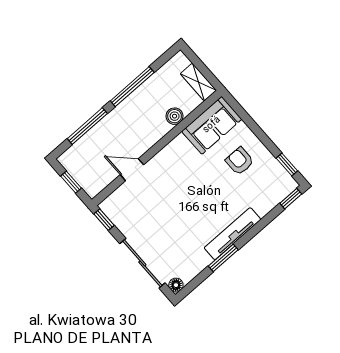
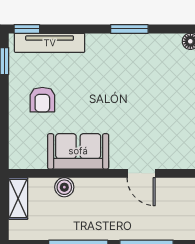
sofa: (212, 125) -> (78, 151), moved
tv unit: (233, 234) -> (50, 43), moved

